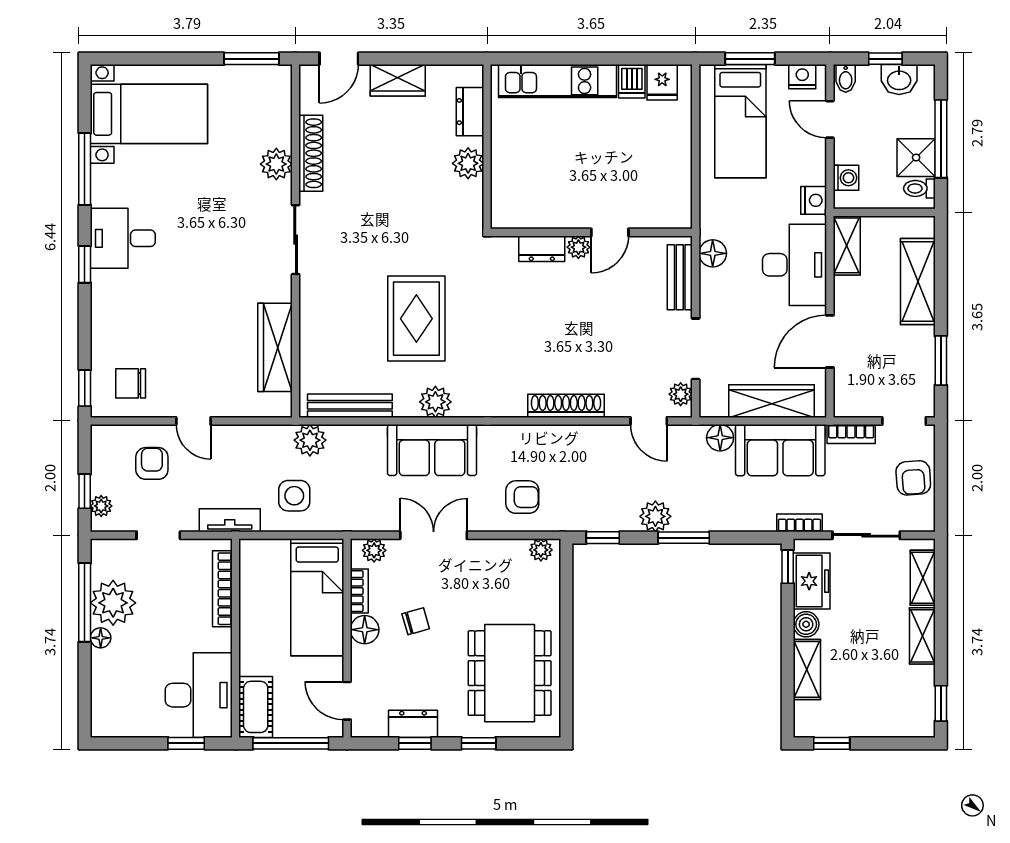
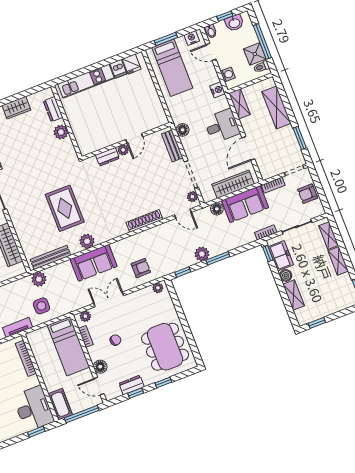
desk: (795, 265) -> (222, 126), width x0.73
armchair: (913, 478) -> (308, 194), turned 94
floor lamp: (365, 630) -> (100, 367), moved

